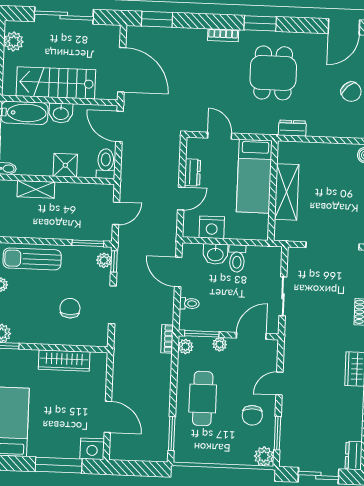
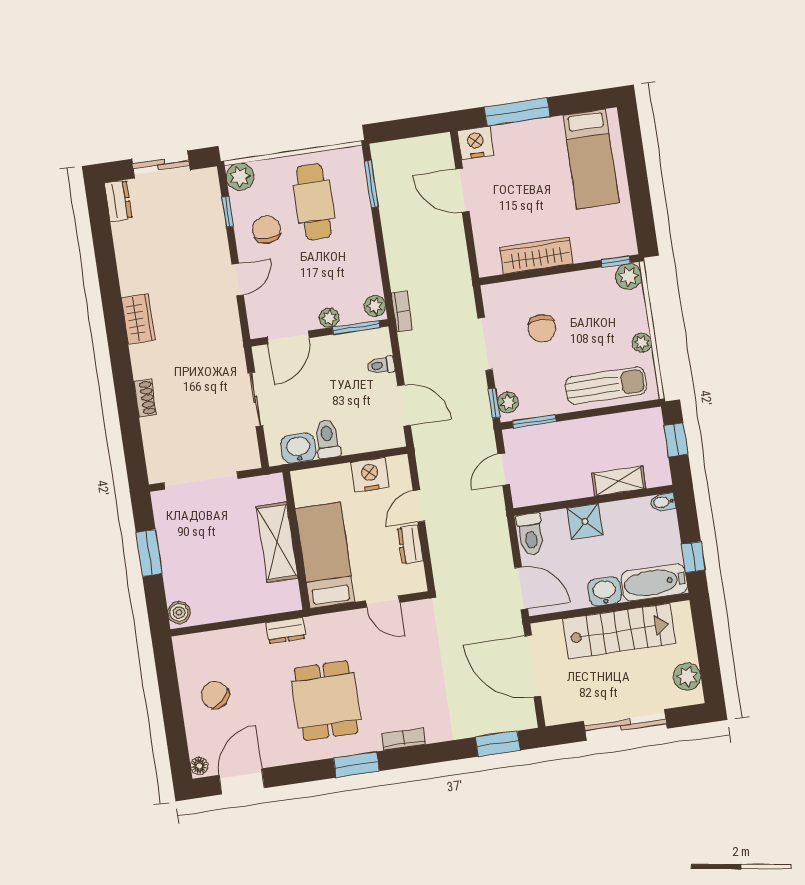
washbasin: (215, 254) -> (298, 448), moved
cafe table: (203, 398) -> (314, 202), moved
window: (277, 433) -> (228, 212), width x0.67

